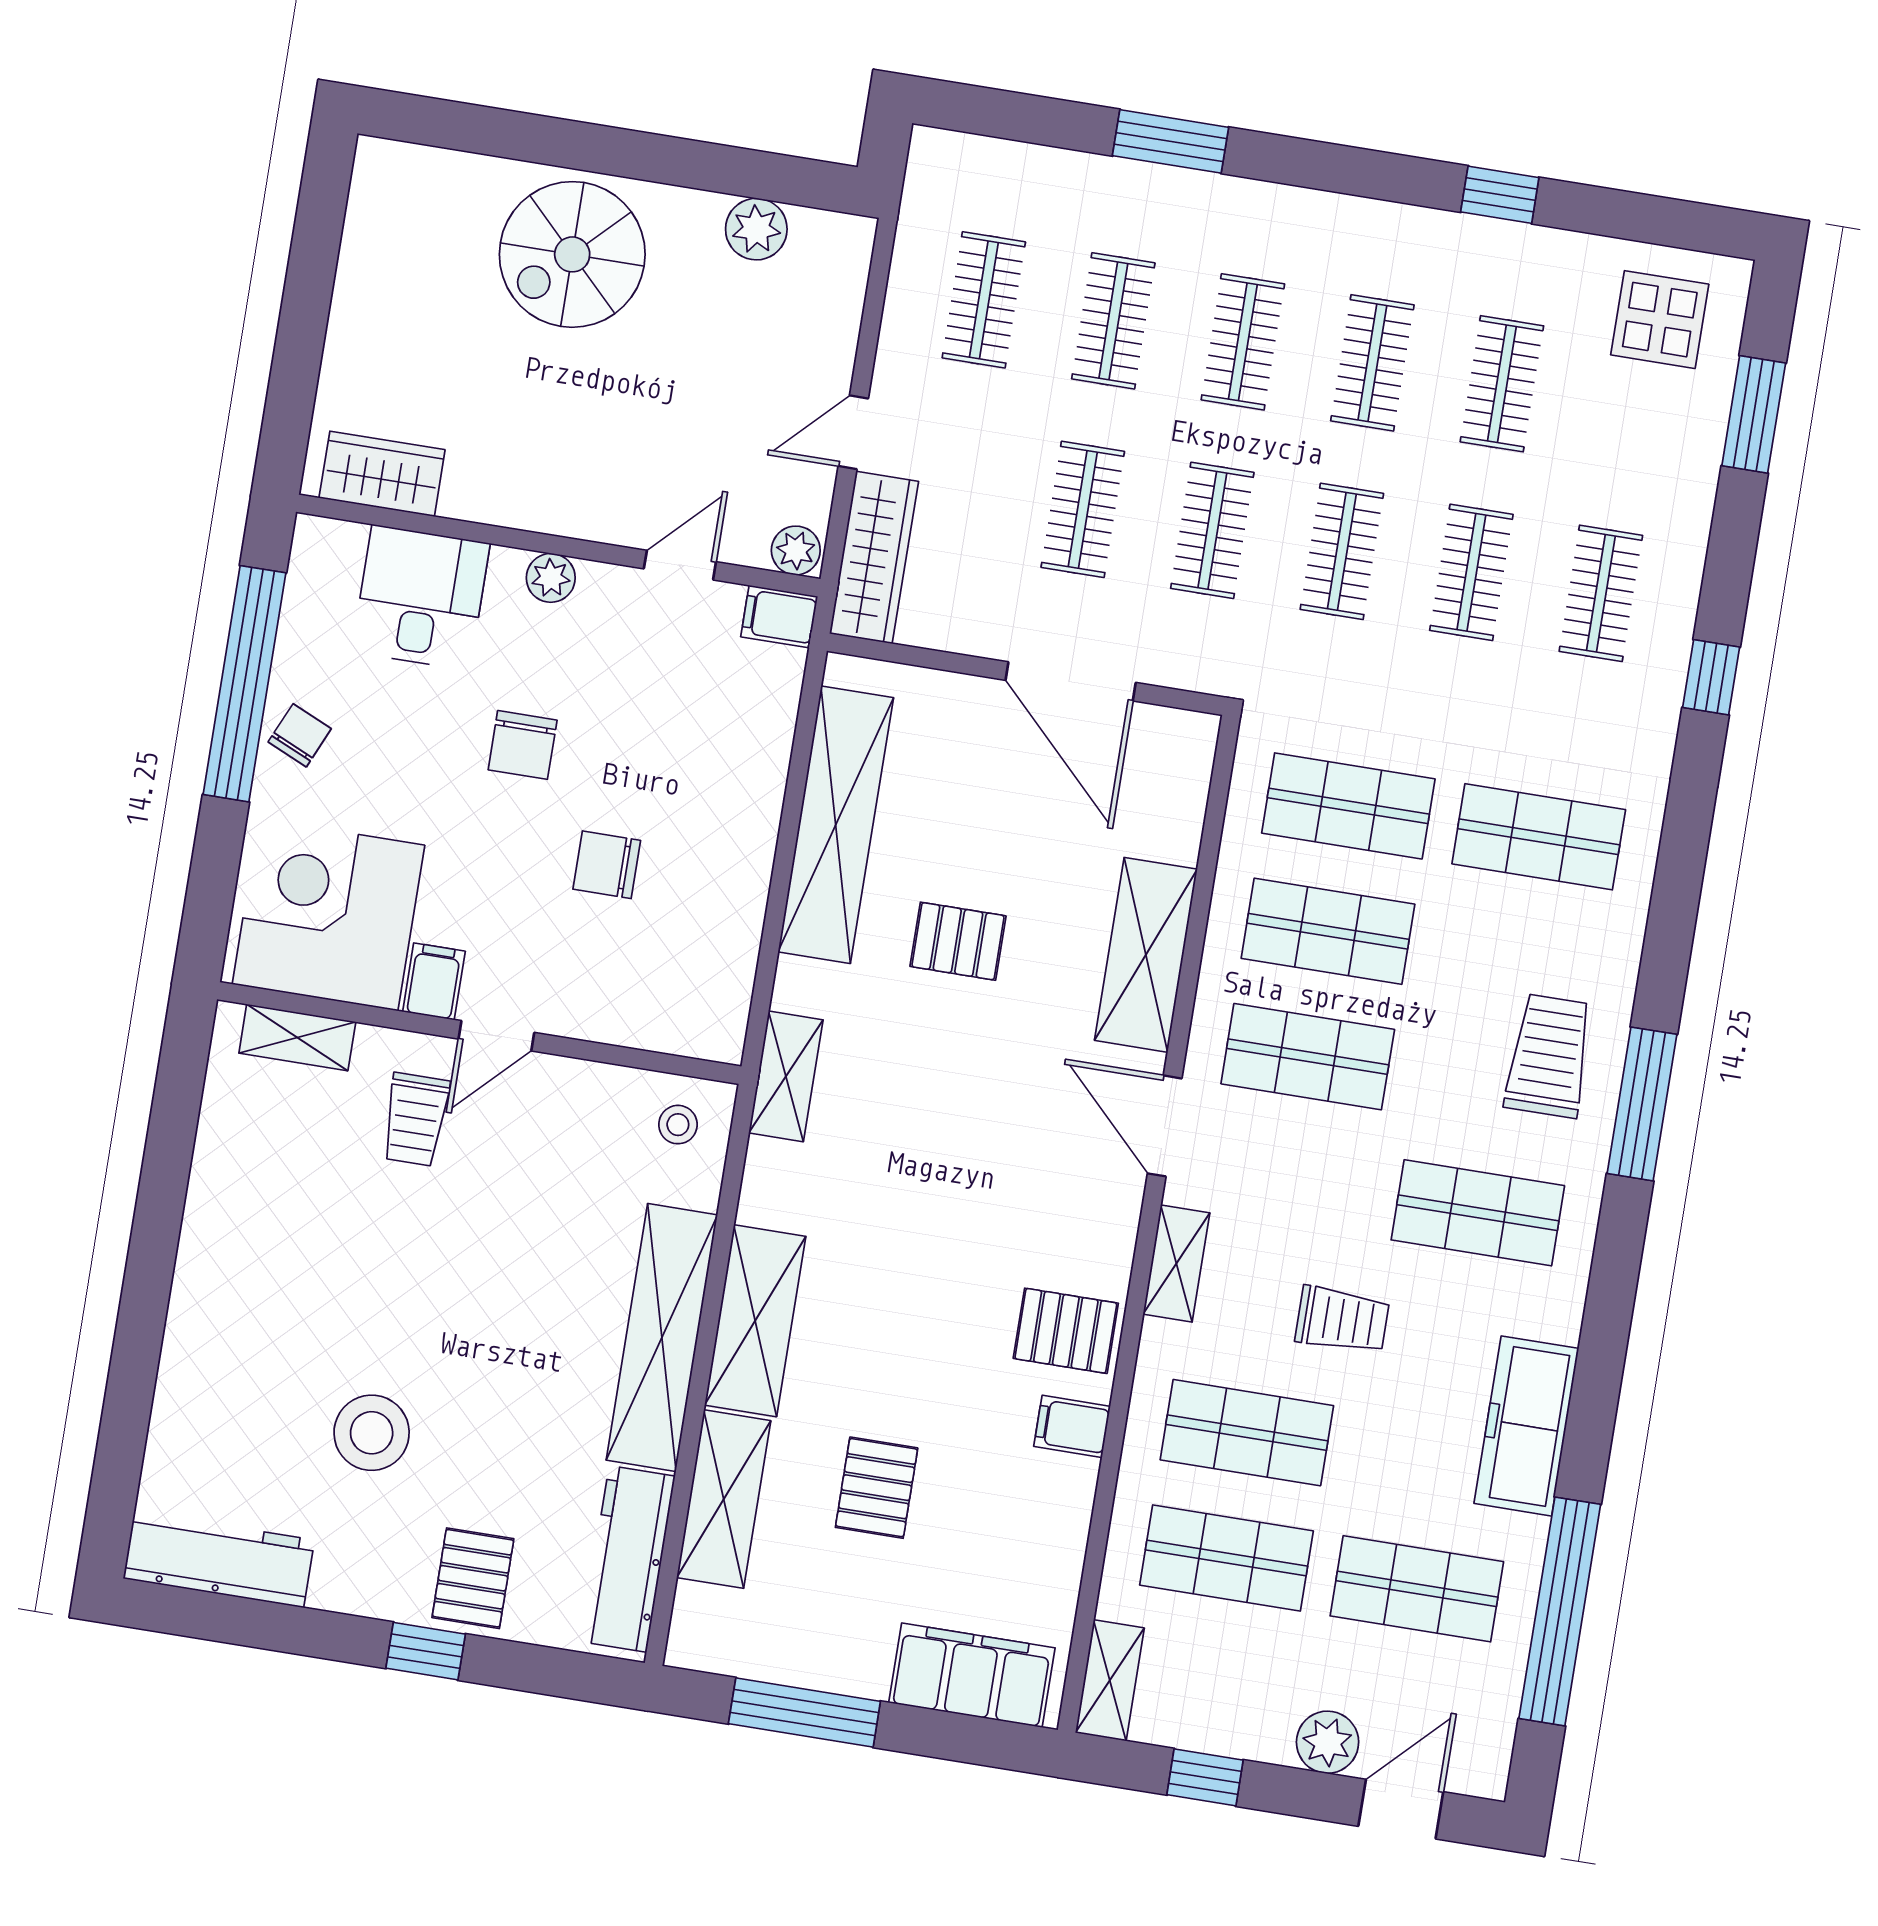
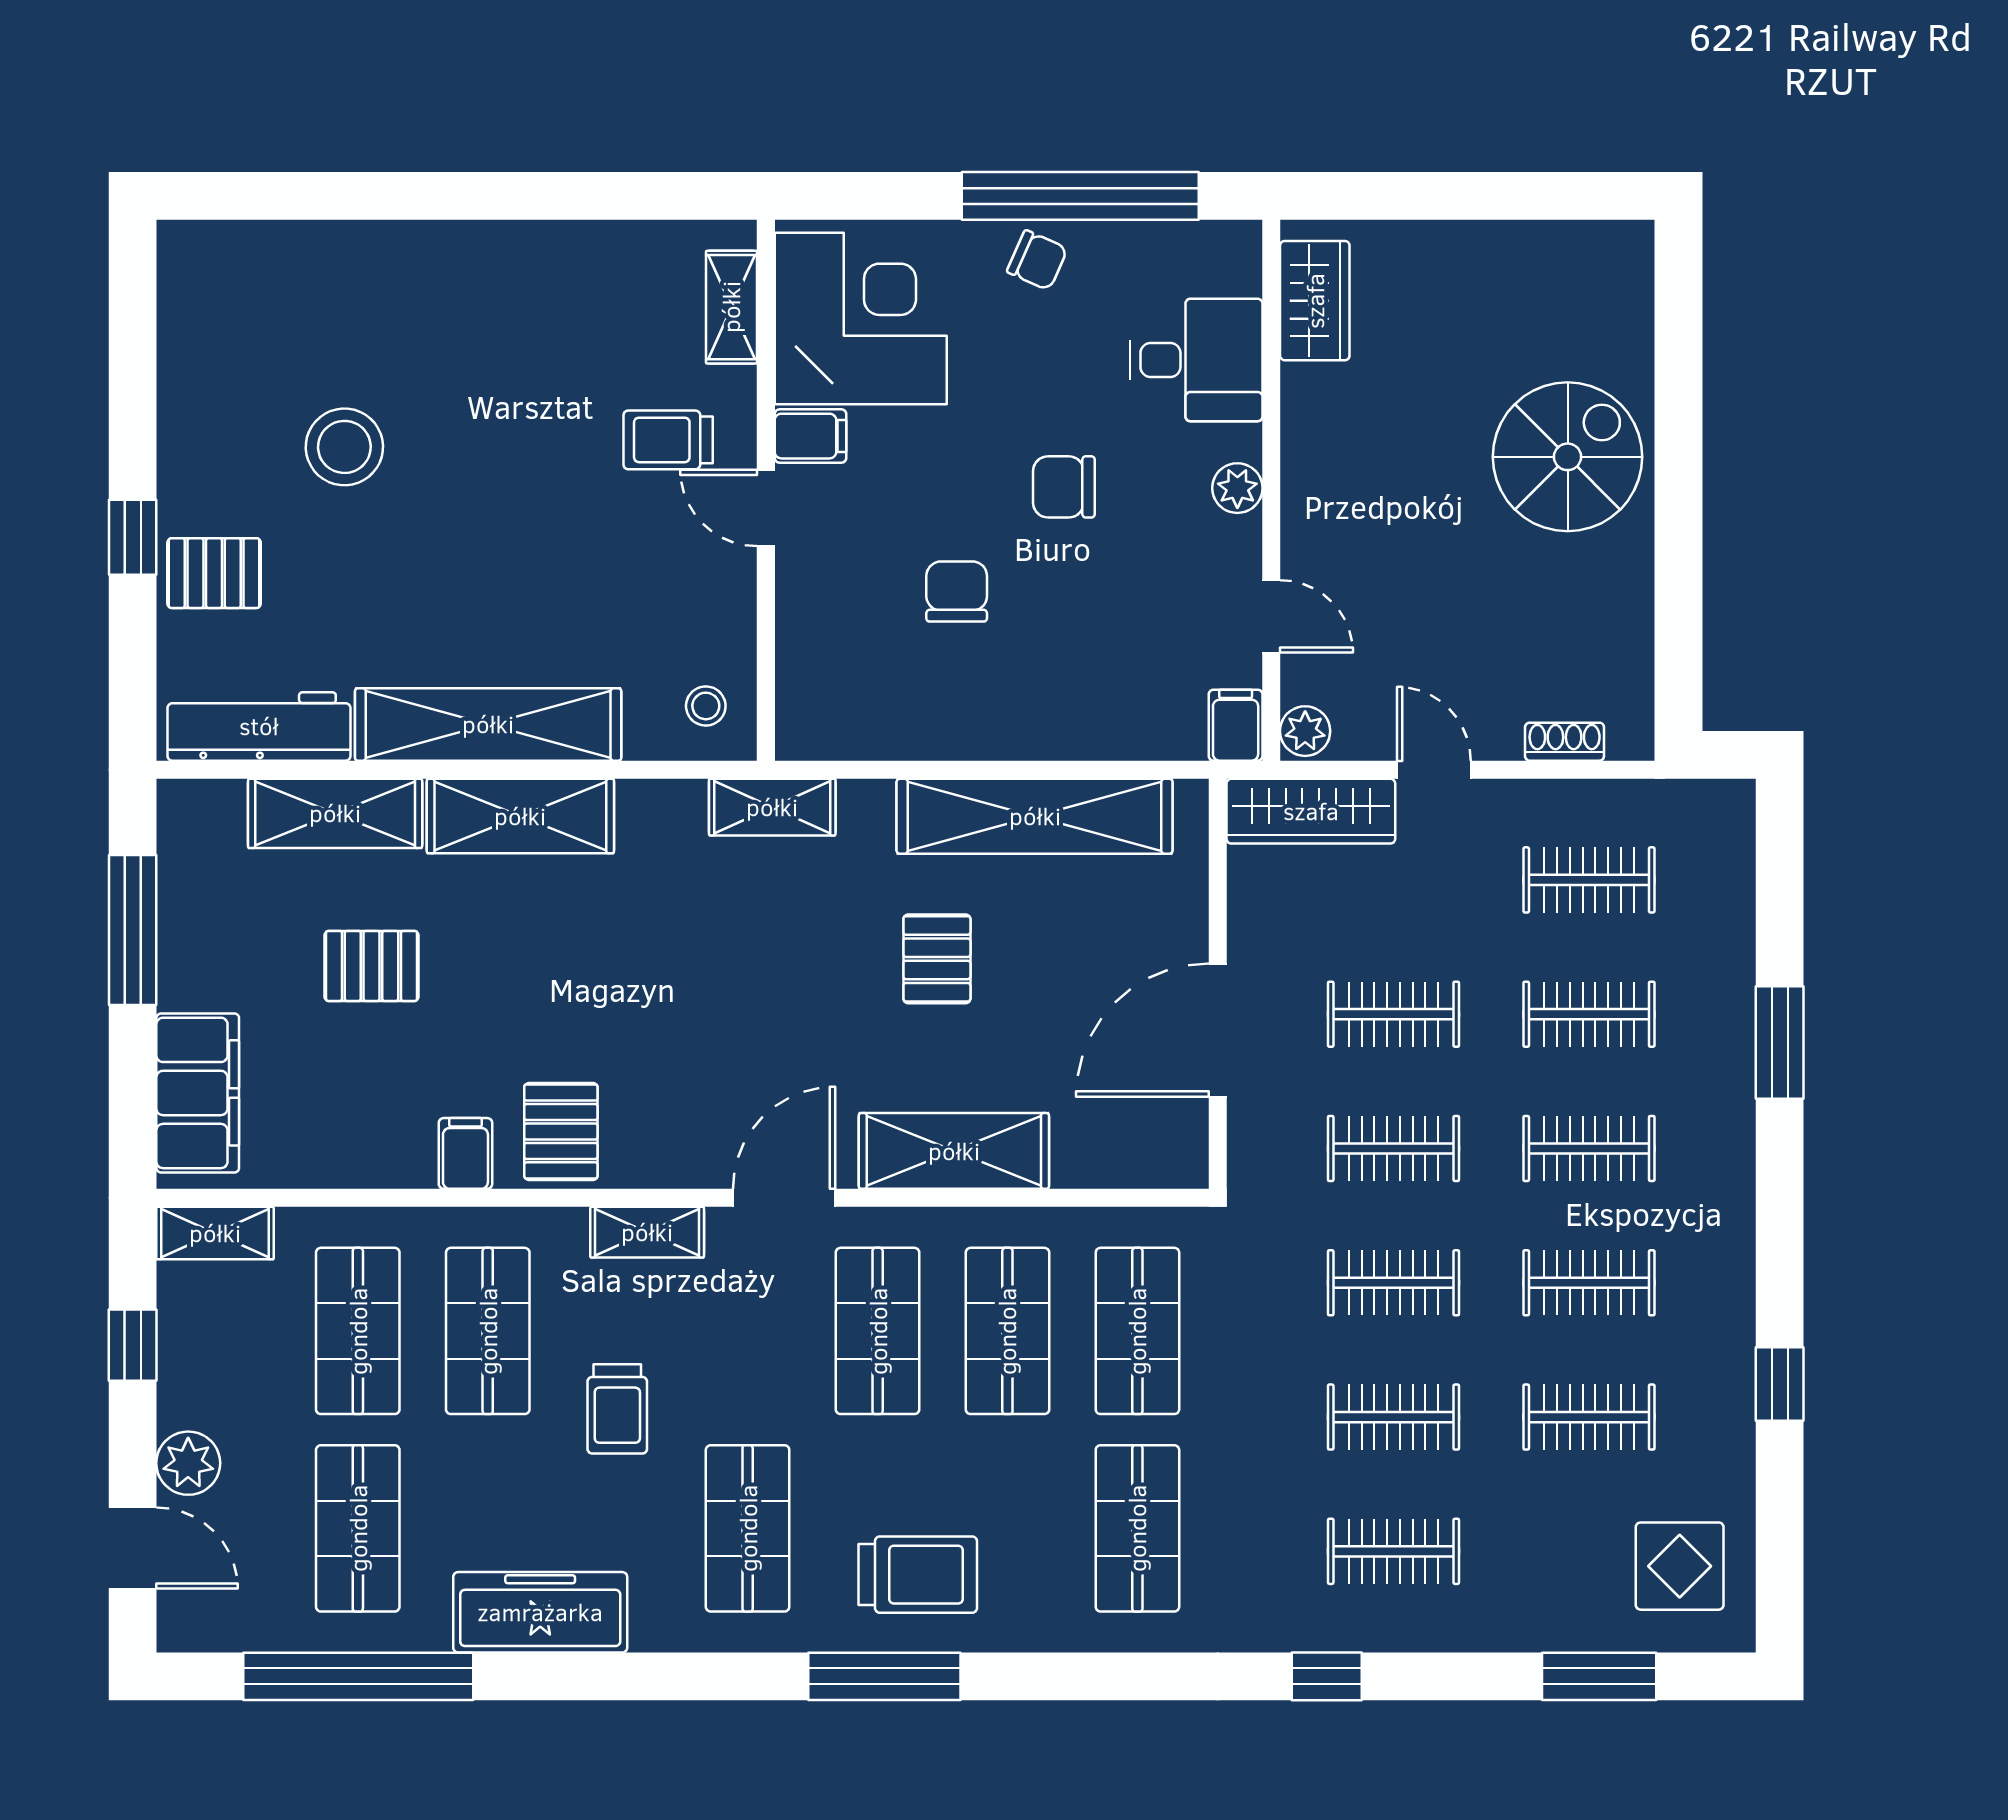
plant: (756, 229) -> (1623, 639), removed
spiral stairs: (572, 254) -> (1568, 457), turned 90
shoe rack: (847, 302) -> (1565, 742), added
workbench: (219, 1559) -> (192, 313), removed

